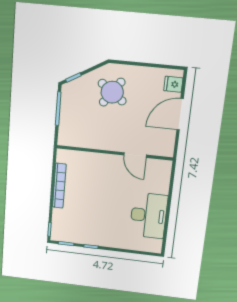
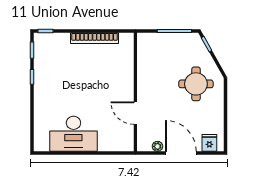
round table: (112, 92) -> (196, 84), turned -36
plant: (170, 137) -> (157, 146), added
door: (135, 155) -> (135, 113), hinge flipped

